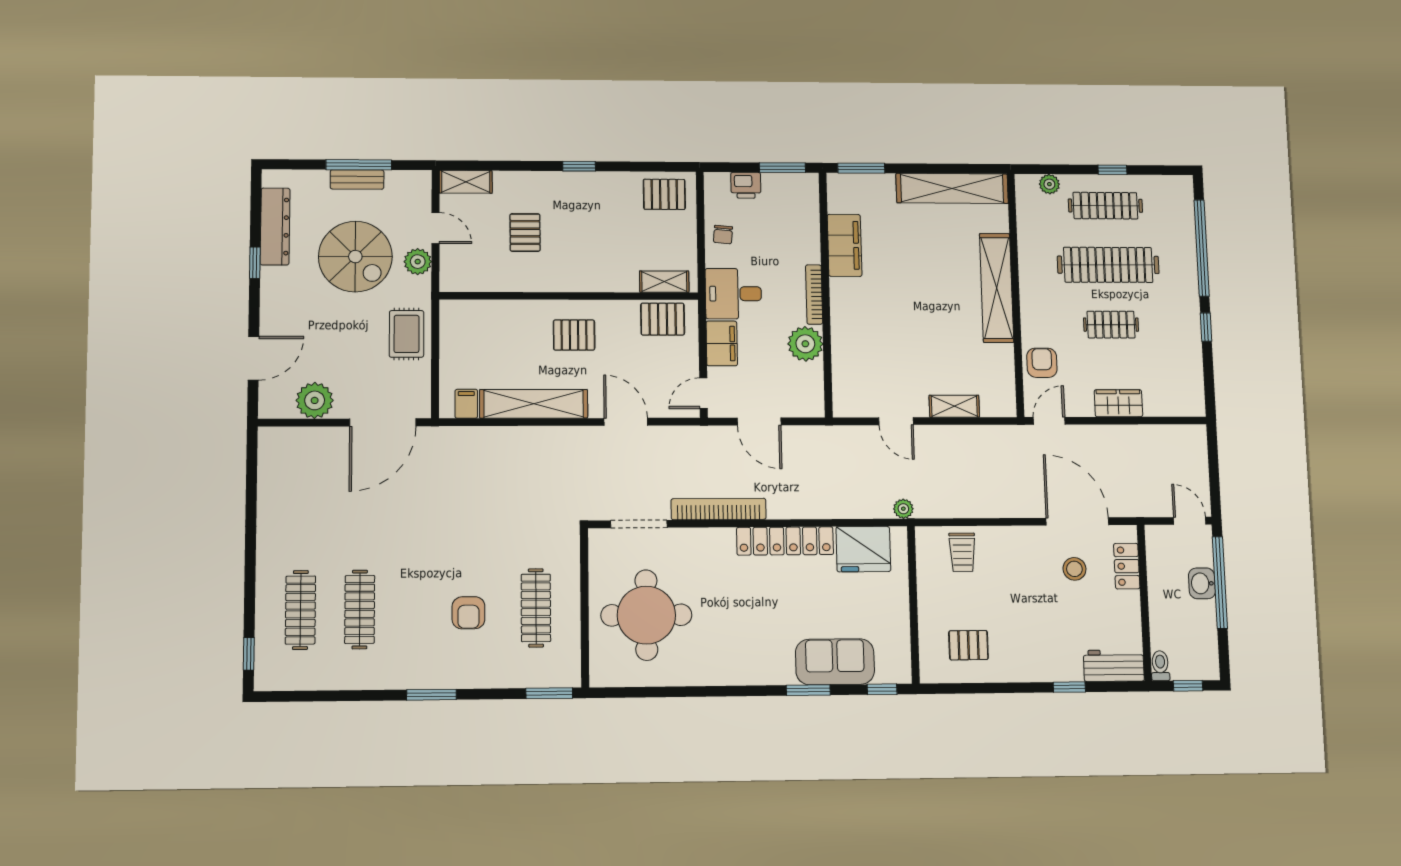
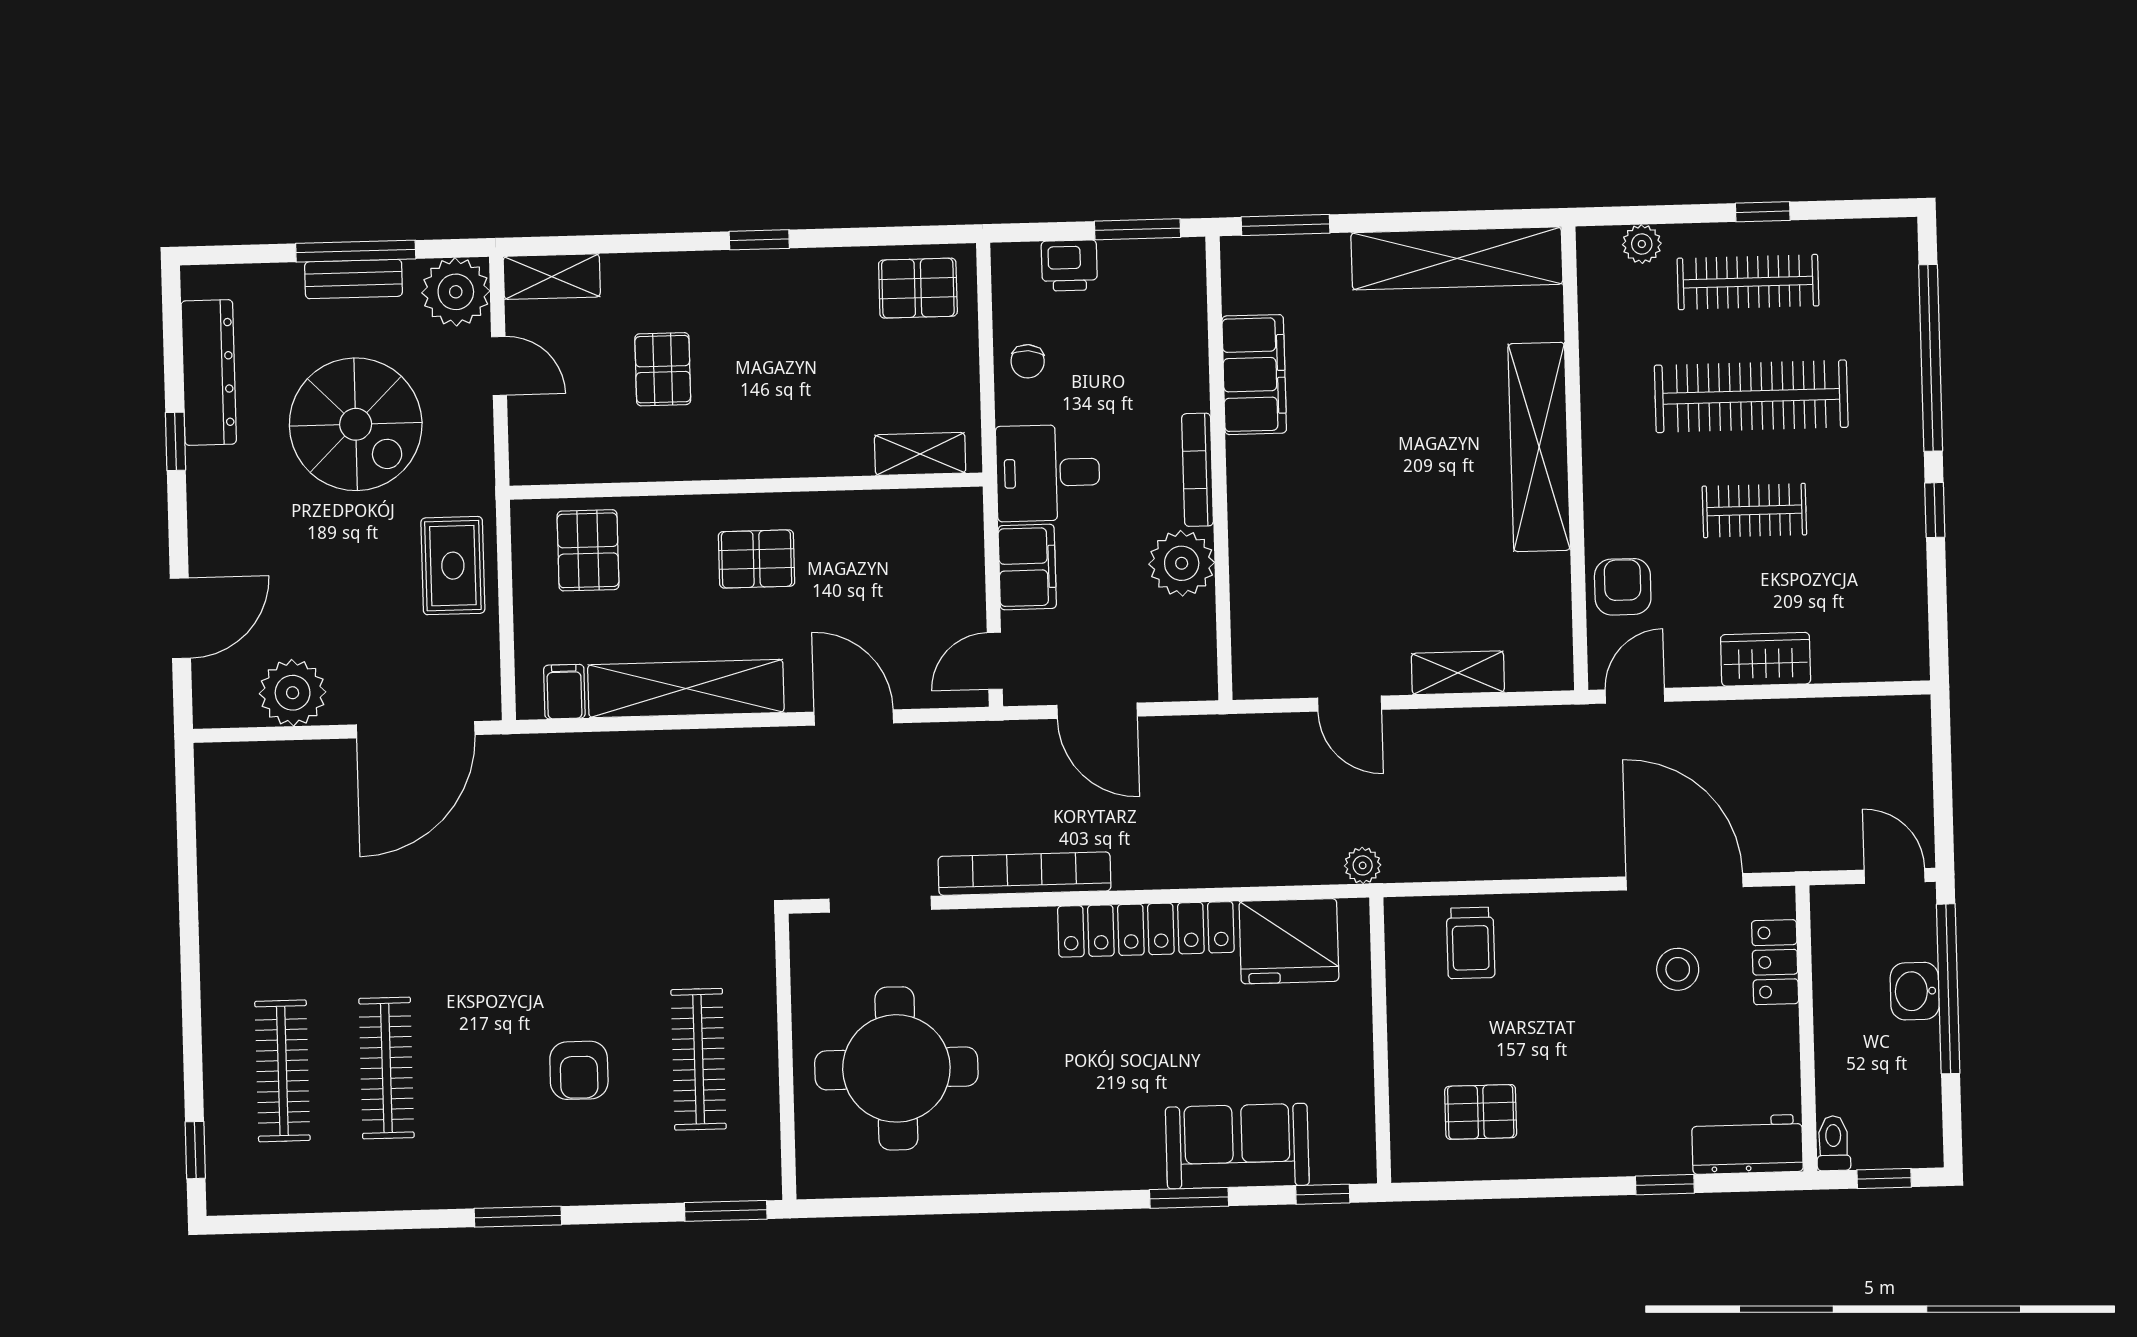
plant: (418, 262) -> (456, 292), moved, width x1.36, depth x1.36
pallet: (663, 319) -> (588, 550), moved, turned 90

